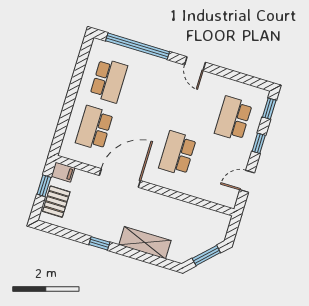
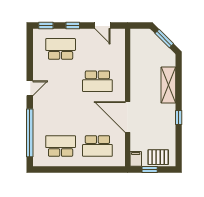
school desk: (233, 118) -> (61, 49), turned 180

